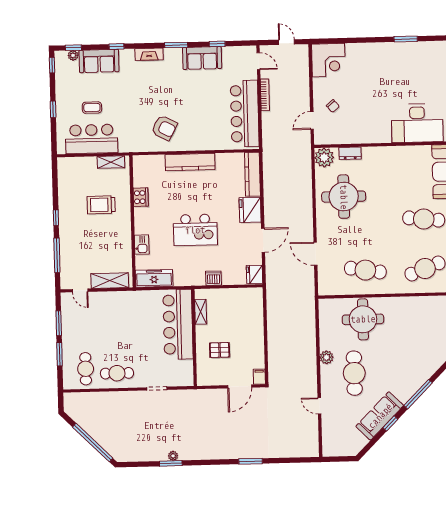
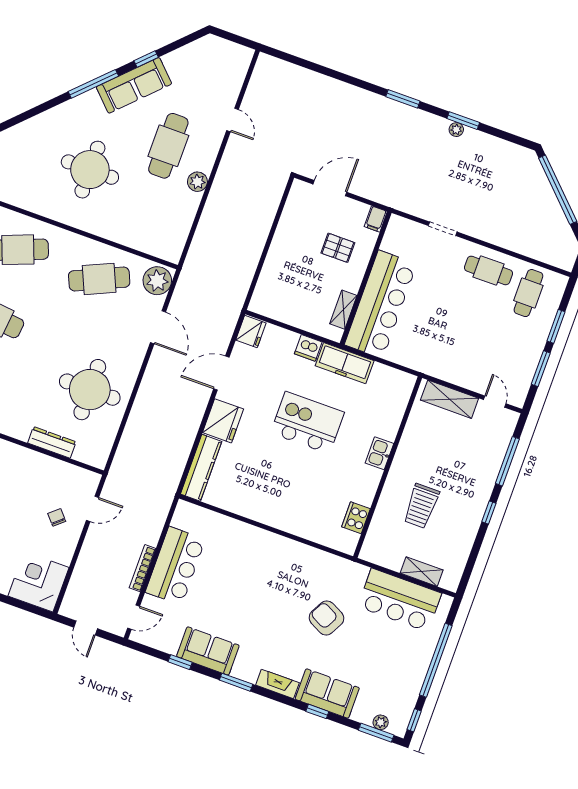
window: (73, 48) -> (376, 733), width x1.50
sofa: (99, 61) -> (327, 694), moved
door: (258, 61) -> (134, 617), swing flipped
coffee table: (92, 108) -> (382, 642), removed
window: (53, 109) -> (436, 660), width x3.17
bar counter: (245, 114) -> (175, 566), width x0.73
armchair: (164, 128) -> (326, 618), moved
dresser: (350, 153) -> (52, 442), width x1.44
plant: (324, 158) -> (157, 281), moved
shelving: (111, 162) -> (422, 572), moved
kitchen counter: (190, 162) -> (279, 517), removed
cooker: (141, 197) -> (356, 518), moved
trolley: (101, 205) -> (421, 506), turned 90
kitchen sink: (142, 245) -> (379, 453), moved
cafe table: (365, 270) -> (99, 279), turned -33
freezer: (154, 278) -> (345, 363), moved
round table: (363, 319) -> (90, 170), moved
filing cabinet: (259, 377) -> (376, 219), moved
sofa: (380, 416) -> (134, 85), moved
window: (251, 461) -> (403, 99), moved

